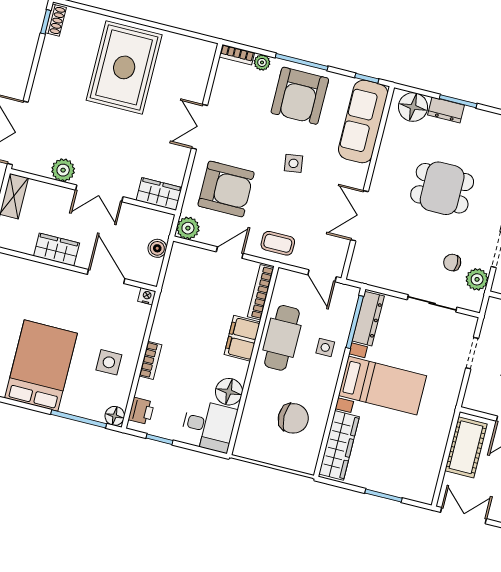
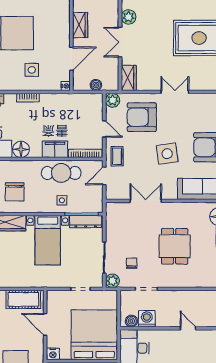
side table: (293, 163) -> (167, 154), width x1.87, depth x1.87
armchair: (226, 189) -> (142, 117), turned 90
door: (322, 276) -> (104, 176), moved
plant: (477, 279) -> (112, 281), moved
side table: (109, 362) -> (32, 70), moved

